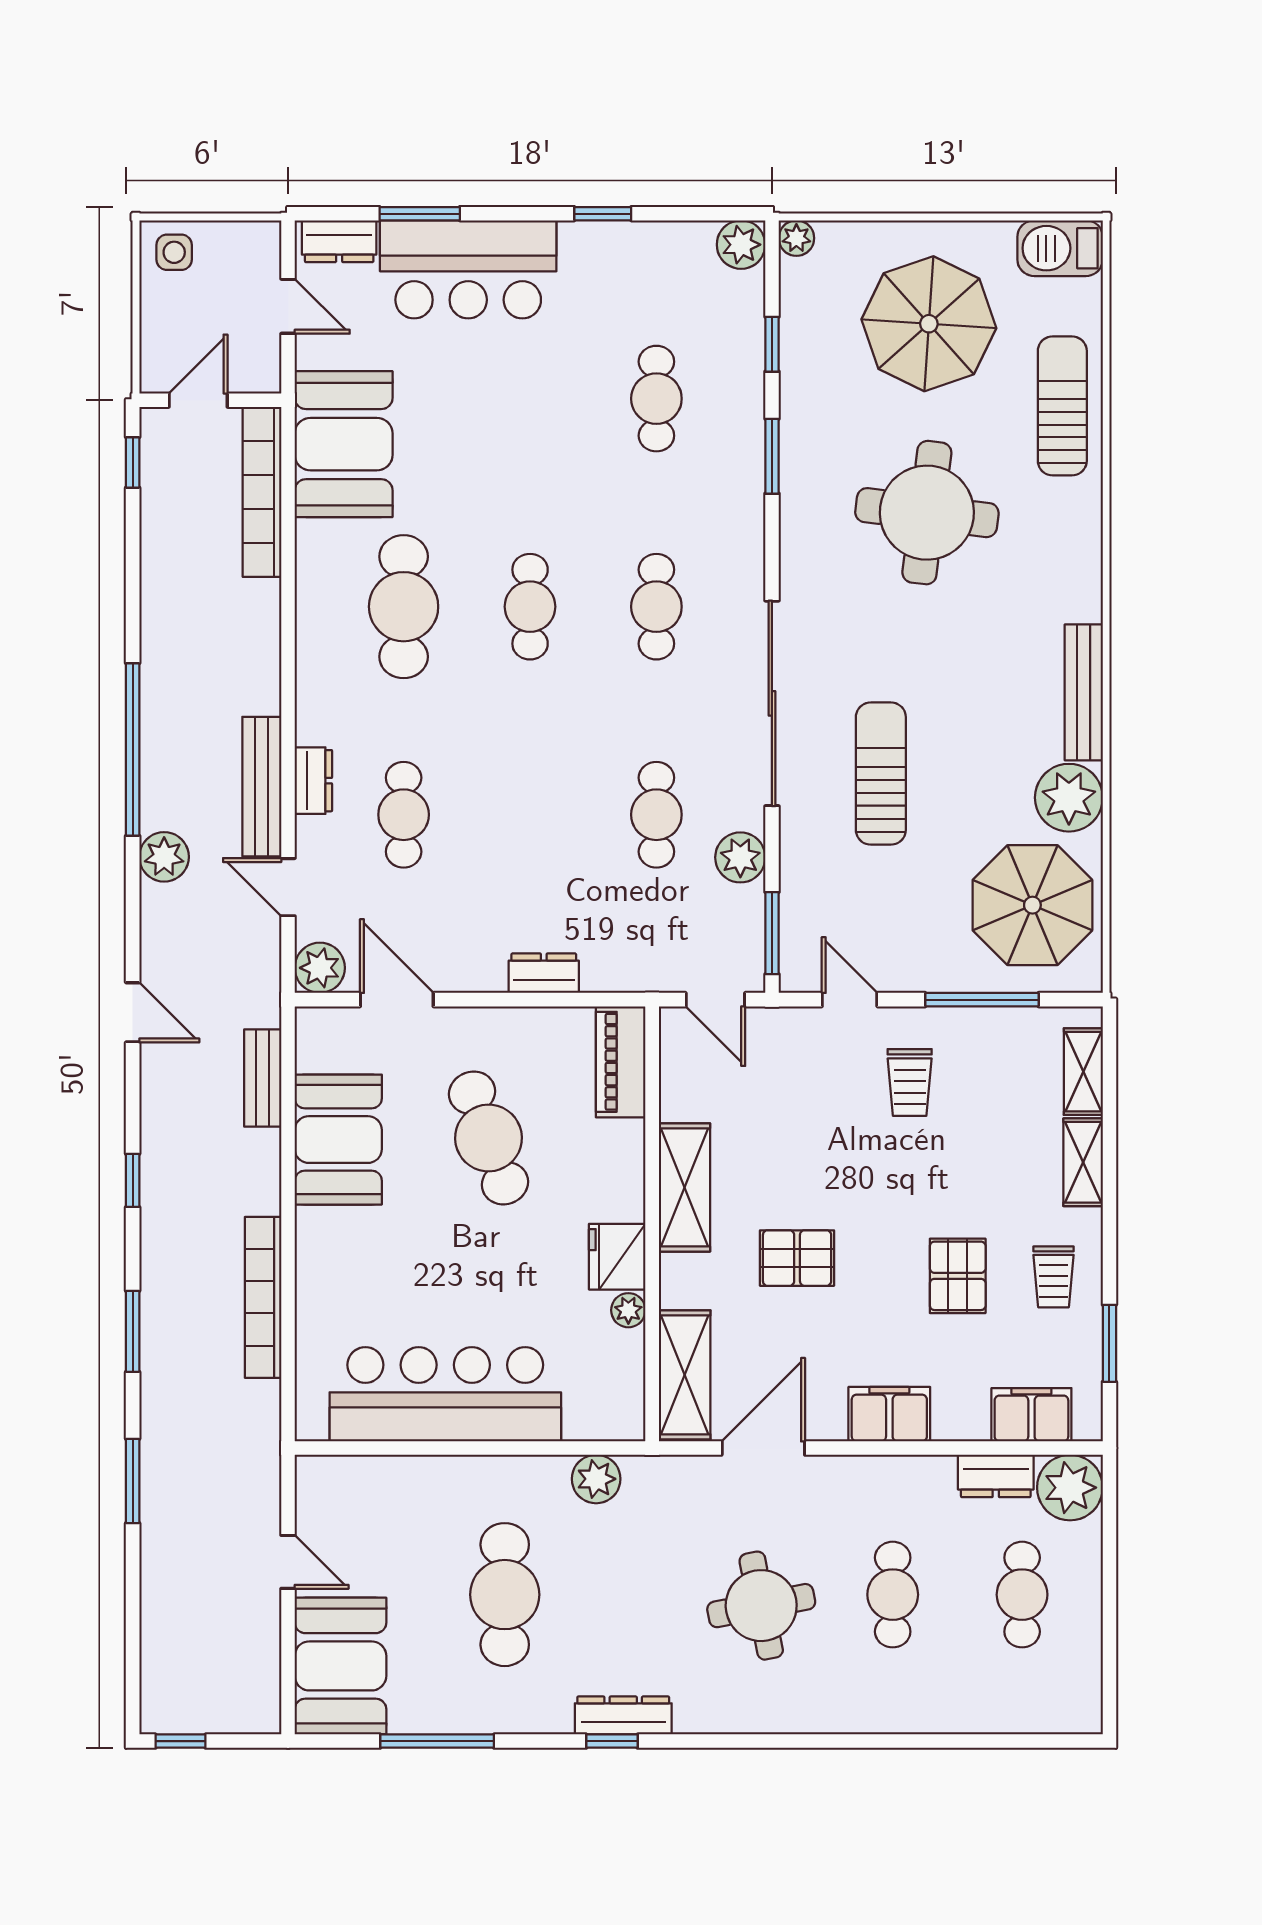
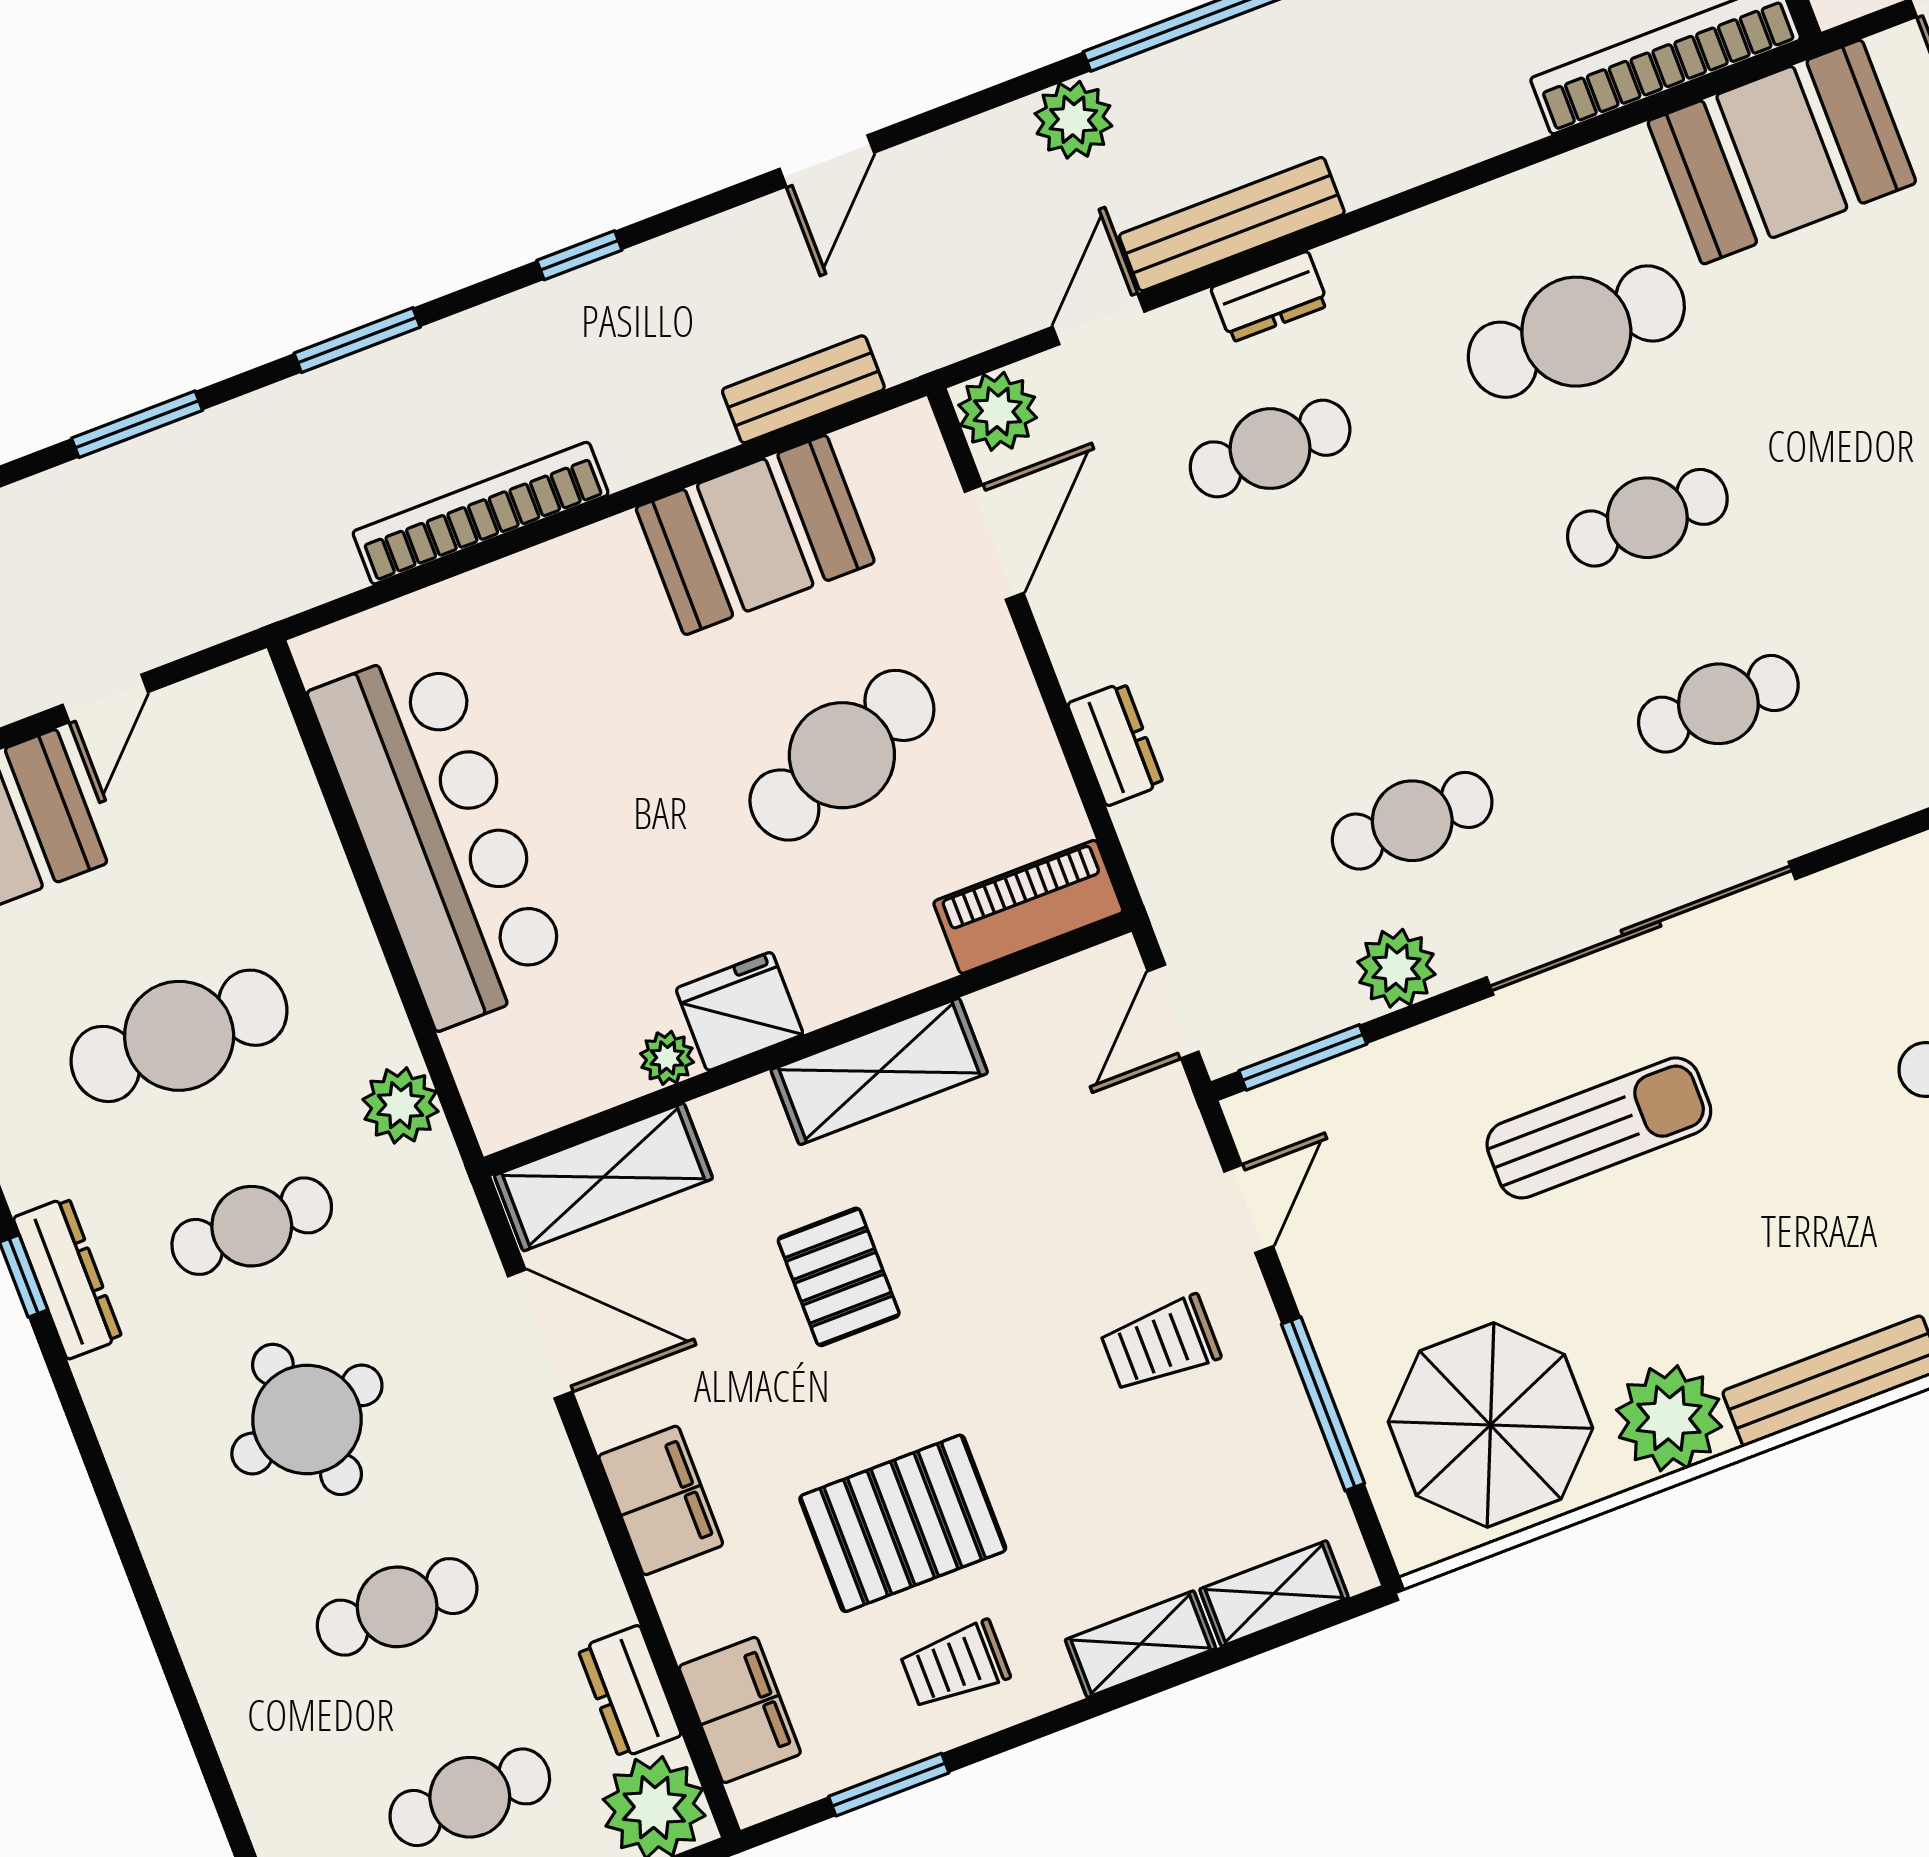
pallet: (958, 1276) -> (903, 1523), width x1.50, depth x1.42
cafe table: (634, 1595) -> (252, 1226), added

